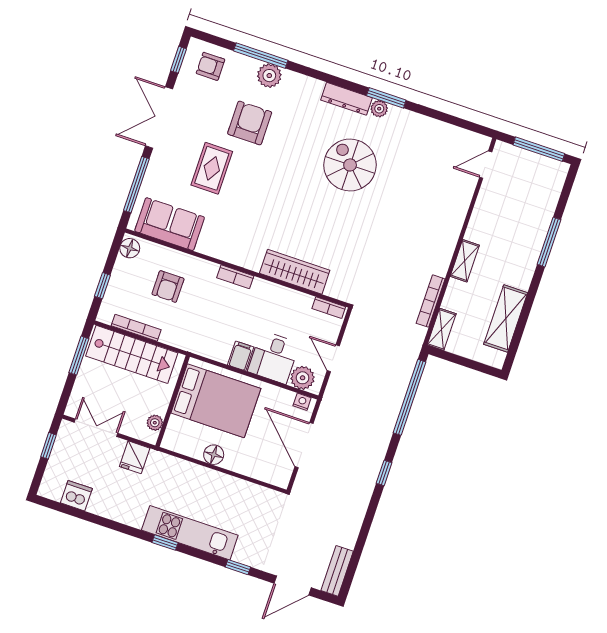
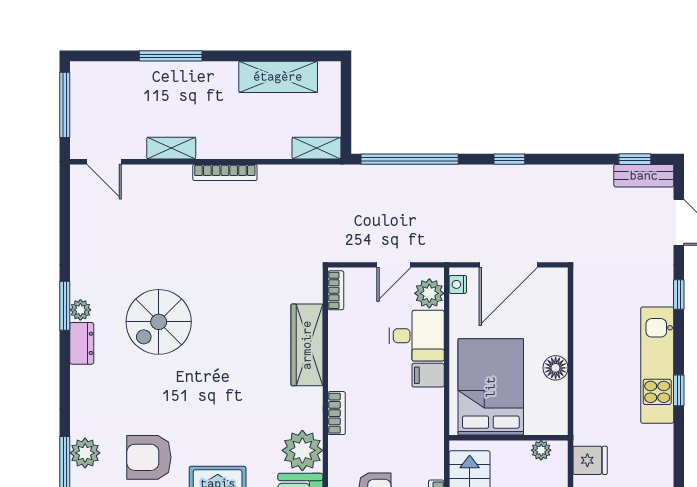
dresser: (346, 99) -> (82, 343), width x0.70
plant: (216, 241) -> (302, 450), added
shelving: (465, 261) -> (171, 148), moved
bookcase: (431, 301) -> (225, 172), moved
window: (352, 568) -> (635, 159), added

